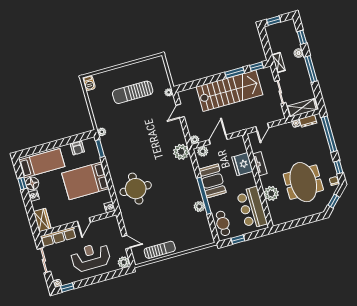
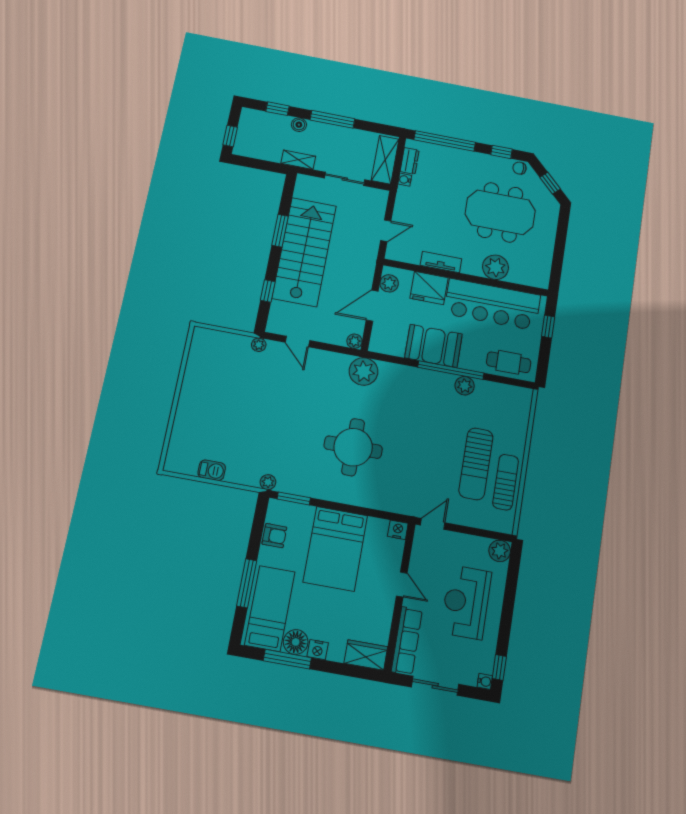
window: (257, 67) -> (268, 291), moved
barbecue: (89, 83) -> (212, 470), moved
sun lounger: (133, 92) -> (476, 464), moved
door: (262, 127) -> (386, 231), hinge flipped
door: (218, 140) -> (372, 306), hinge flipped
window: (48, 146) -> (247, 583), added
plant: (203, 151) -> (389, 283), moved
window: (22, 183) -> (287, 659), width x2.17
round table: (136, 189) -> (353, 447), moved
bar counter: (252, 208) -> (492, 304), width x1.36
window: (238, 239) -> (548, 327), moved
door: (126, 242) -> (433, 524), moved

